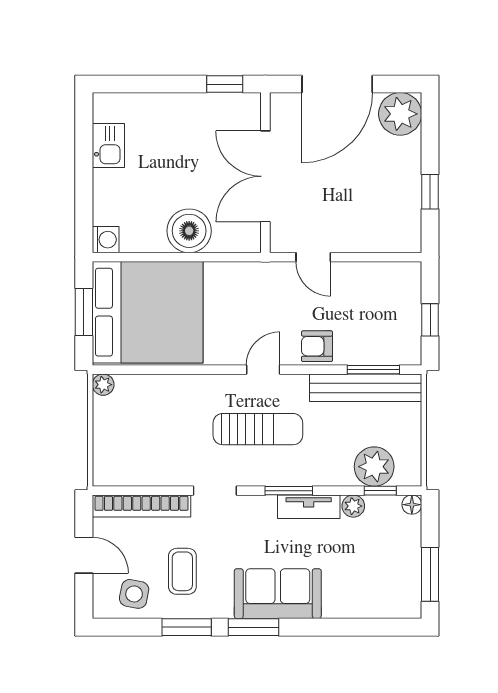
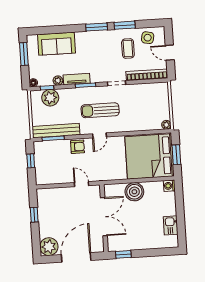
sofa: (278, 594) -> (57, 44), moved

